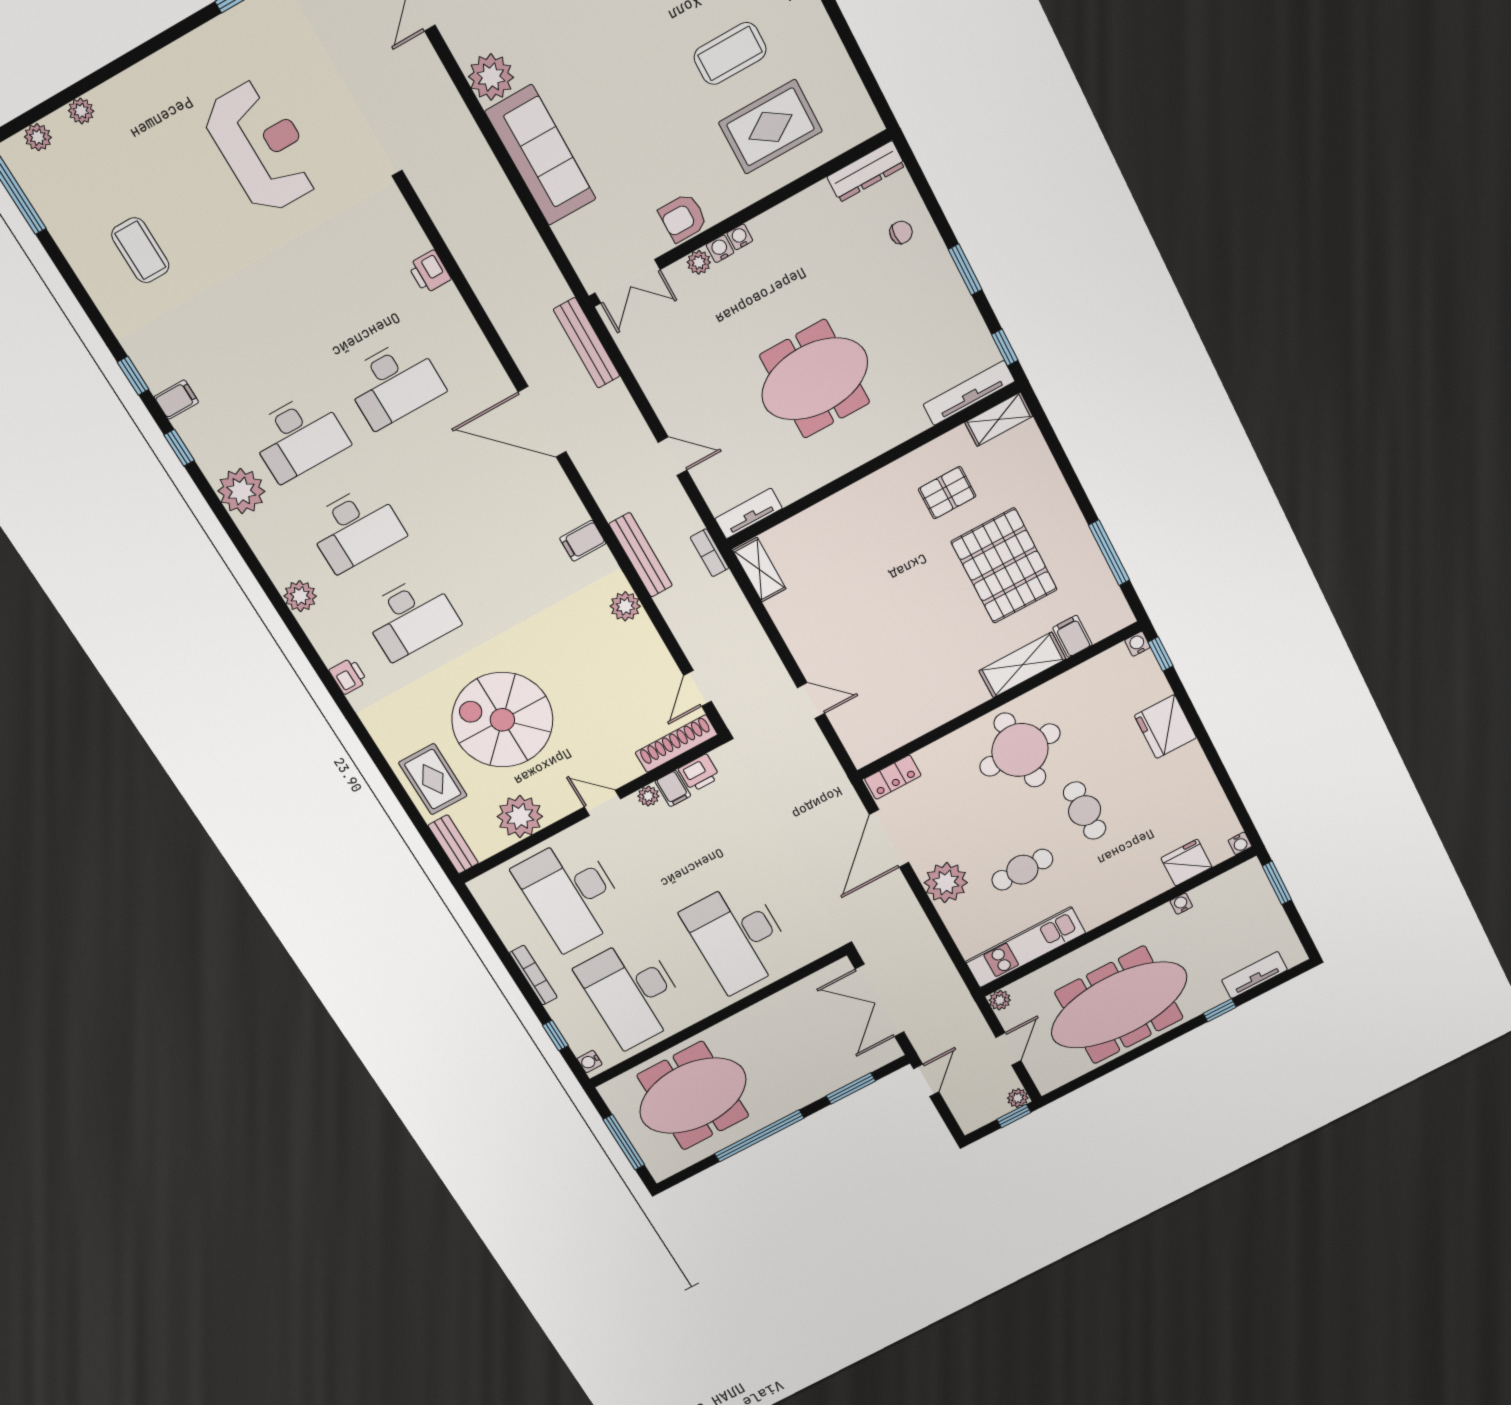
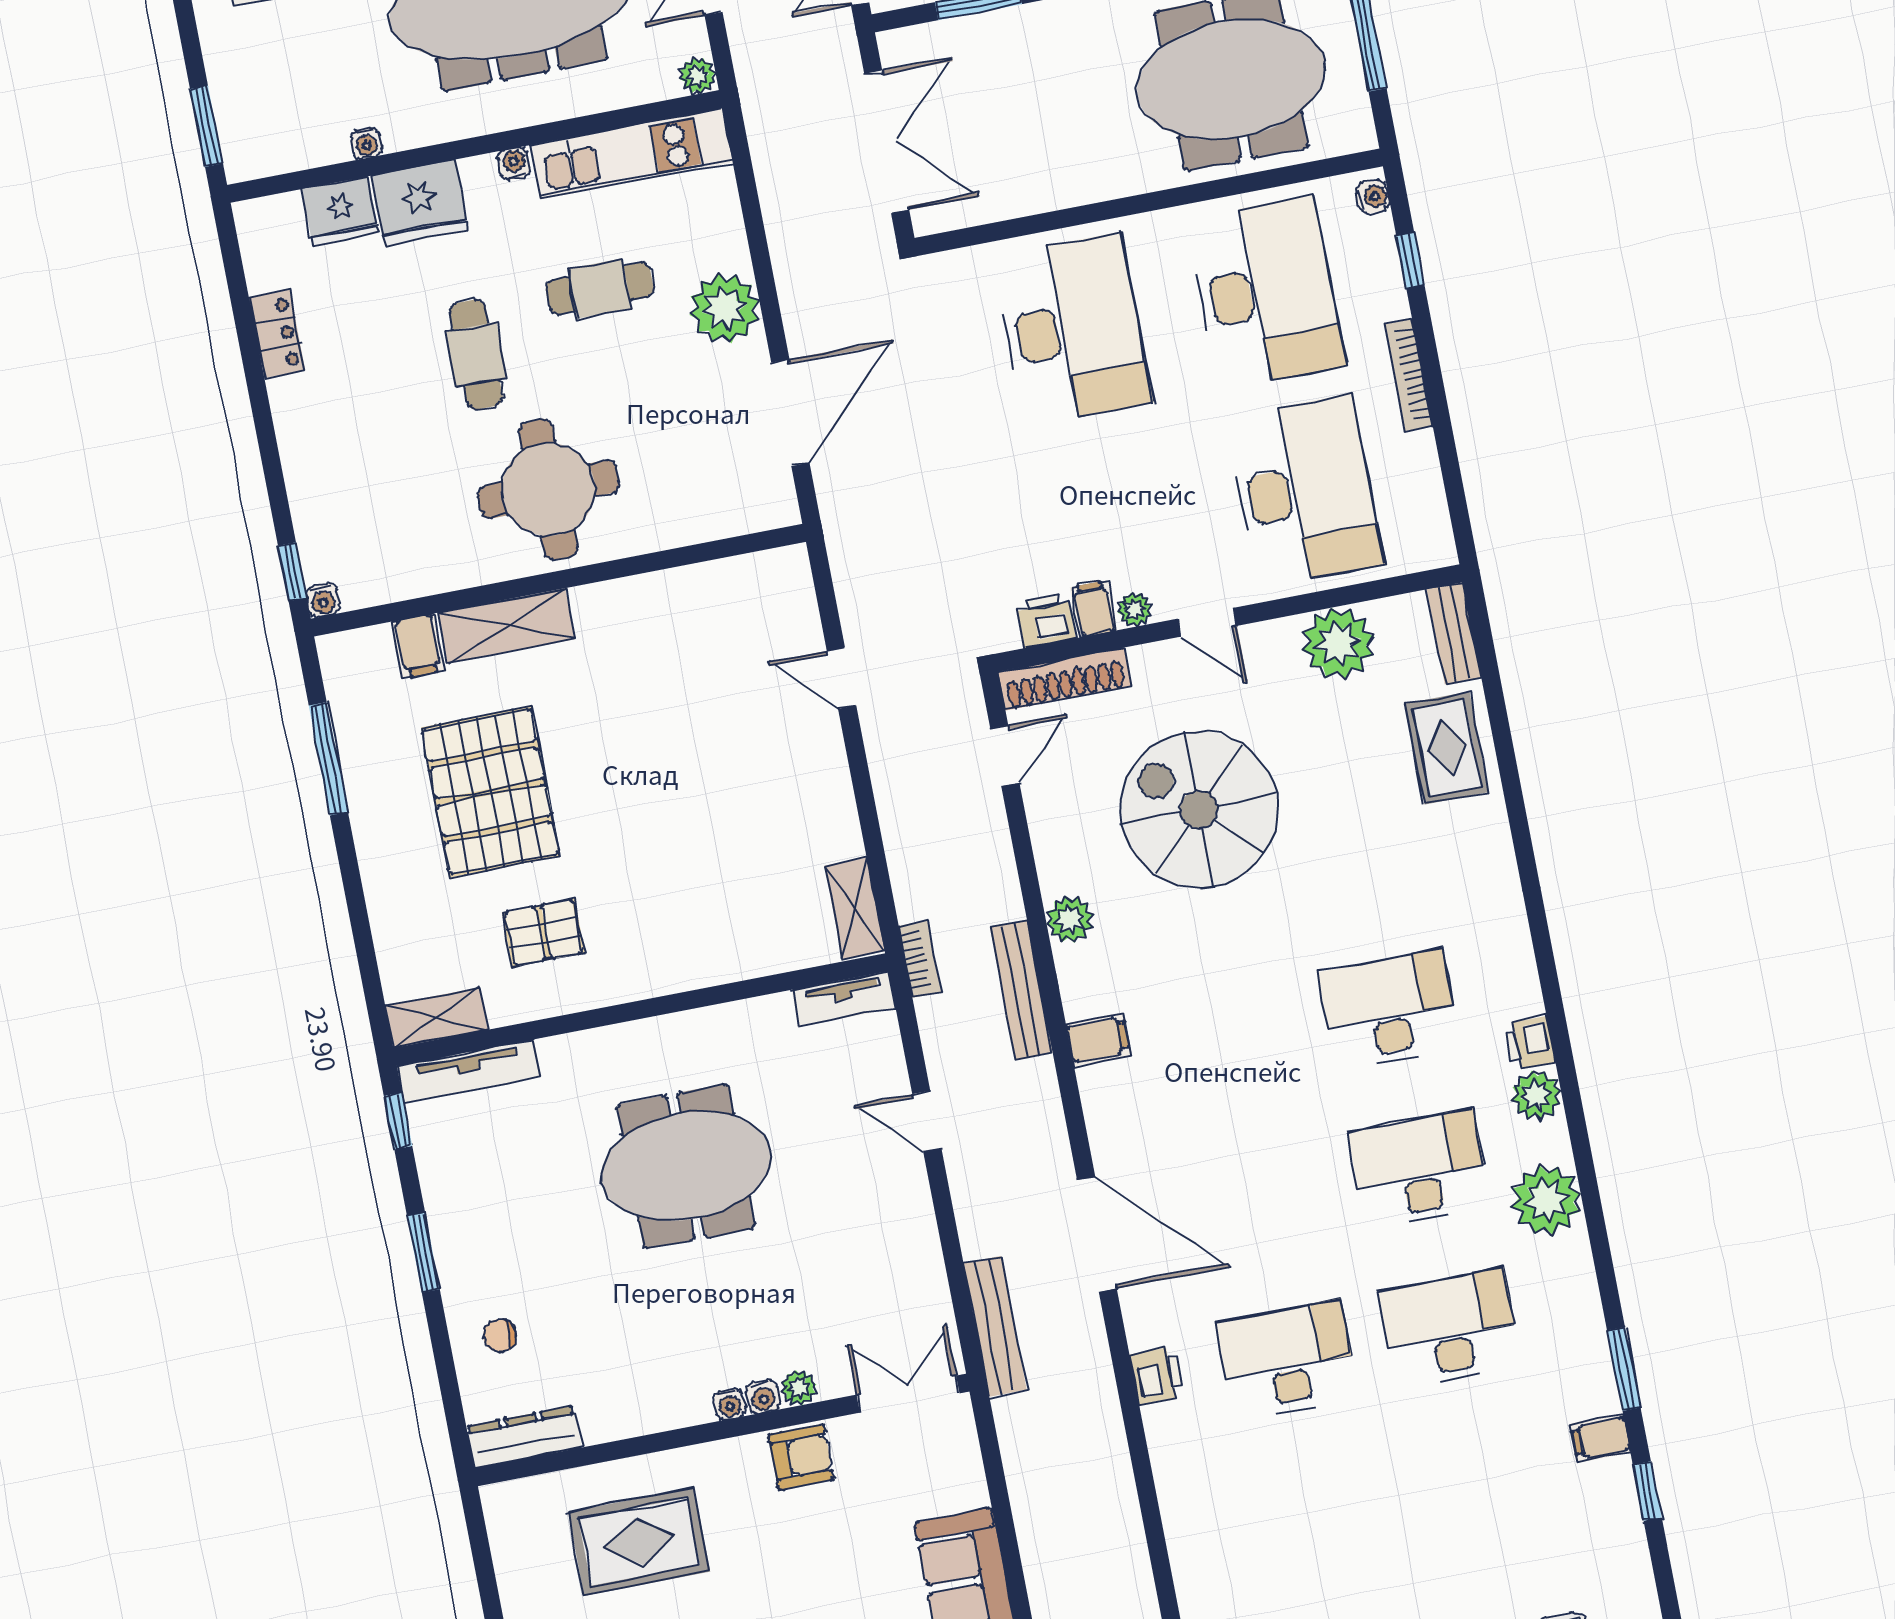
printer: (429, 272) -> (1157, 1375), moved
window: (179, 448) -> (1624, 1369), width x1.50
plant: (241, 491) -> (1546, 1200), moved
printer: (348, 676) -> (1530, 1043), moved
spiral stairs: (502, 720) -> (1199, 810), moved, turned 180
fridge: (1165, 727) -> (420, 203), moved, turned 90
locker: (893, 777) -> (277, 334), moved, turned 90
water cooler: (1240, 843) -> (514, 164), moved

